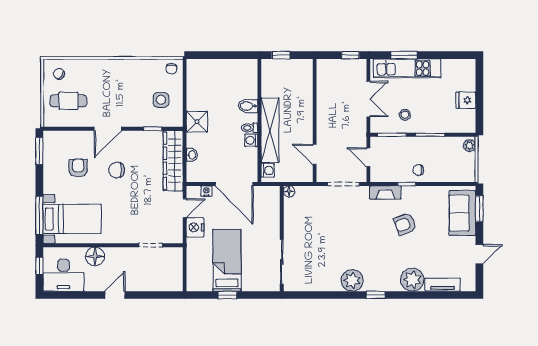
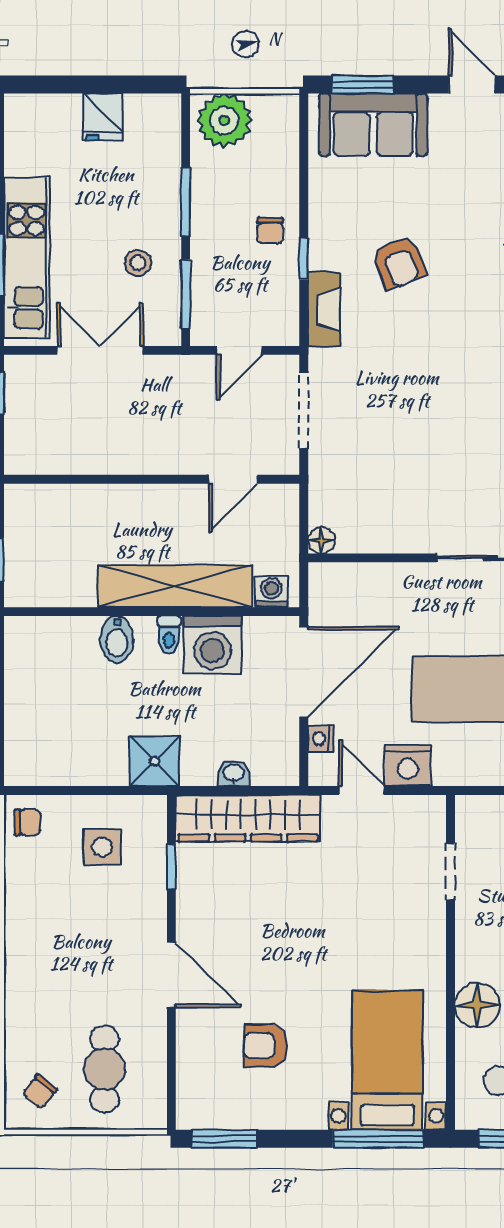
washing machine: (251, 140) -> (212, 645), width x1.89, depth x1.89
plant: (470, 146) -> (224, 121), width x1.87, depth x1.87
chair: (117, 170) -> (270, 954), removed

